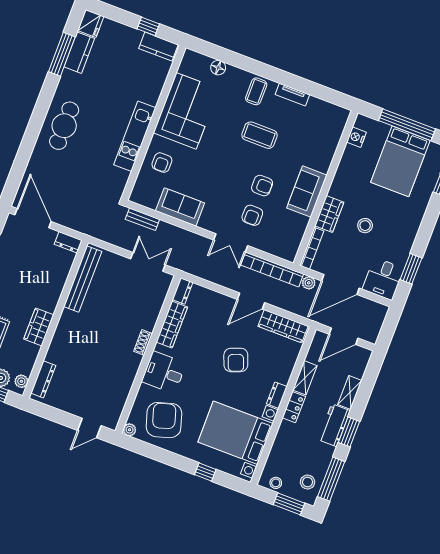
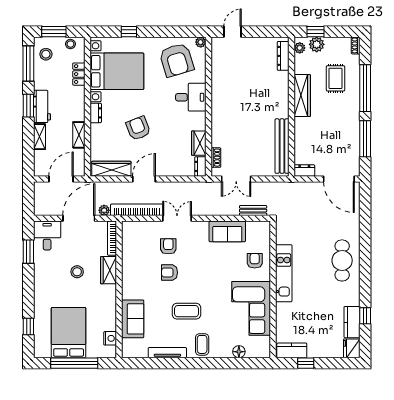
window: (62, 54) -> (365, 316), width x0.46
tv unit: (292, 95) -> (167, 353), width x1.41
sofa: (307, 192) -> (133, 319), moved
wardrobe: (172, 325) -> (199, 143), width x0.67
wardrobe: (39, 327) -> (302, 96), width x1.50
shoe rack: (143, 342) -> (216, 158), moved
locker: (294, 407) -> (79, 74), moved

